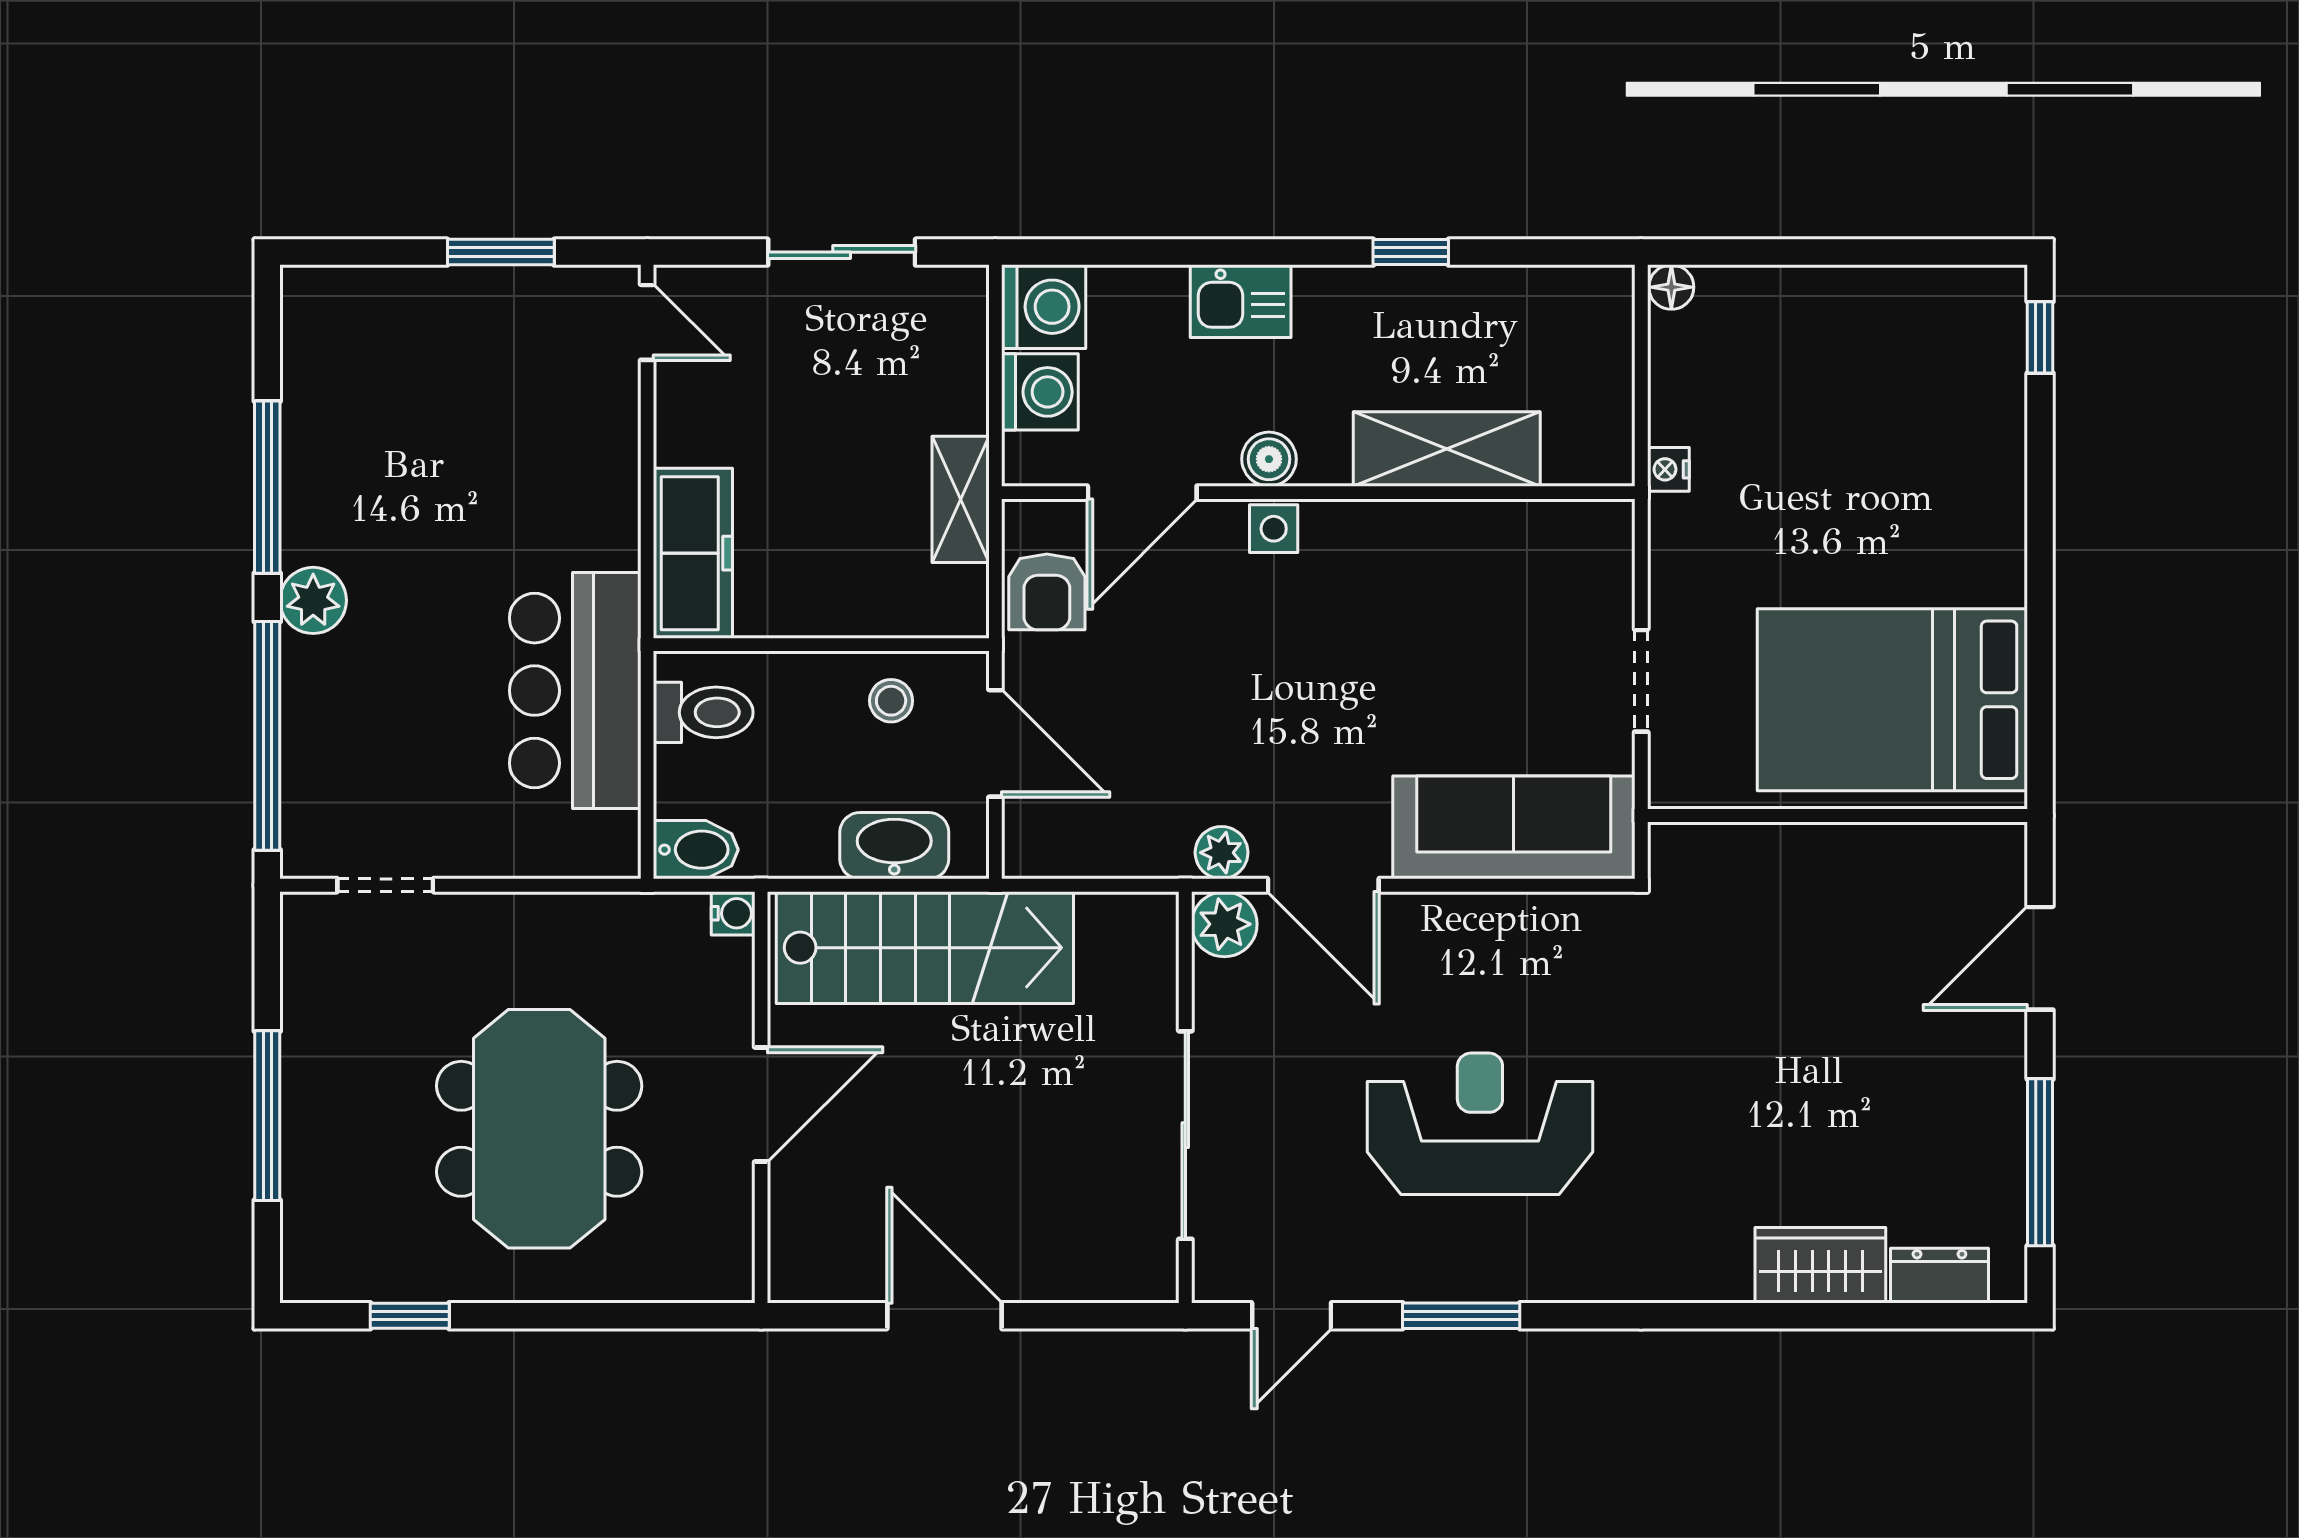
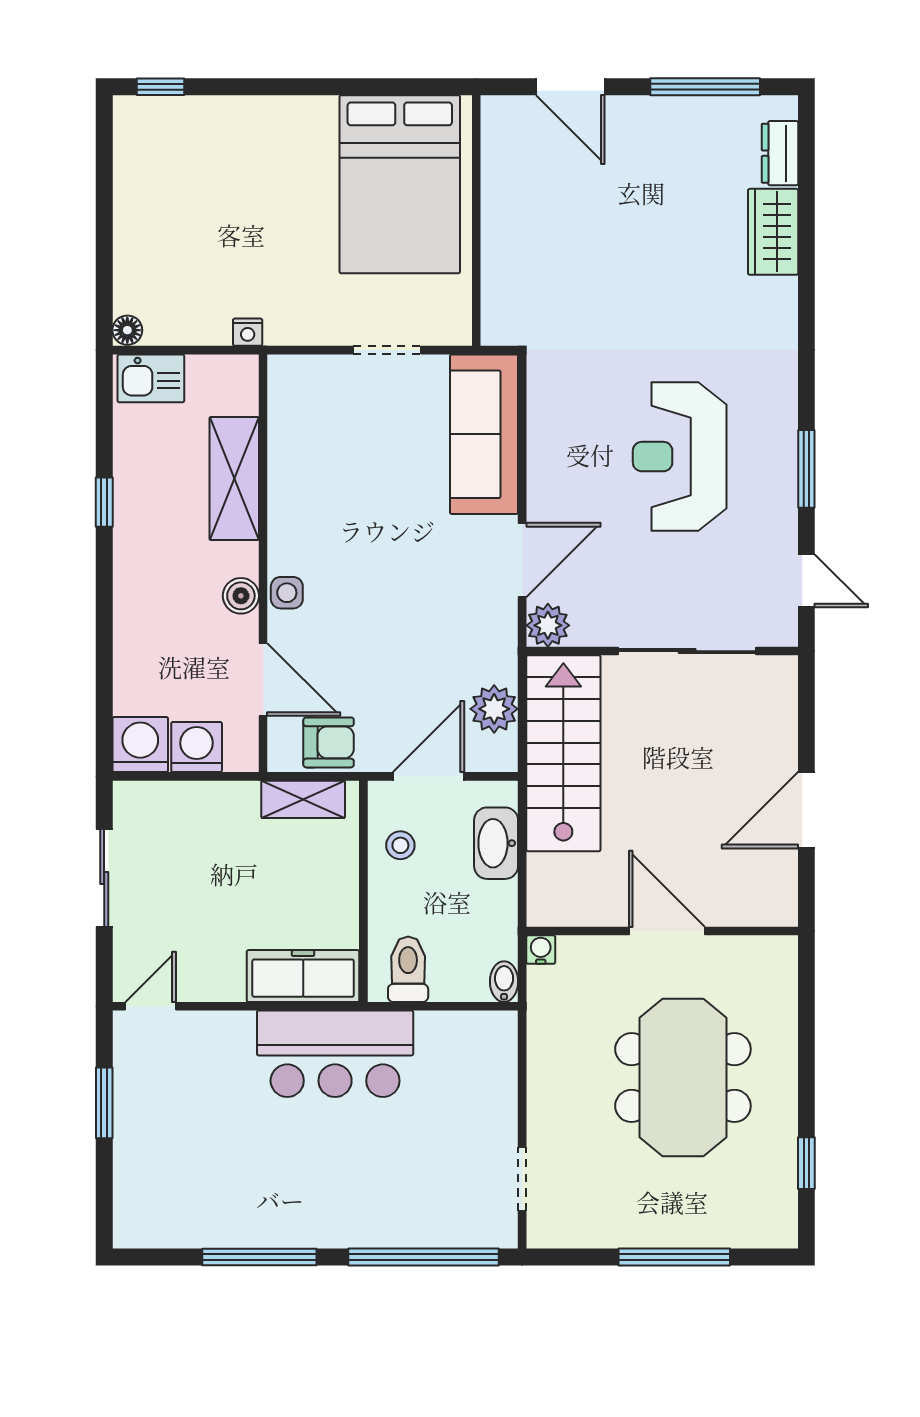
kitchen sink: (1241, 301) -> (151, 378), moved, turned 90
shelving: (961, 499) -> (303, 799), moved
plant: (313, 600) -> (334, 1227), removed
bar counter: (575, 691) -> (335, 1054), moved
bidet: (696, 850) -> (504, 982), width x0.72, depth x0.74
plant: (1222, 853) -> (494, 709), moved, width x1.38, depth x1.38
stairs: (925, 948) -> (563, 753), moved
meeting table: (539, 1129) -> (683, 1078), turned 90

